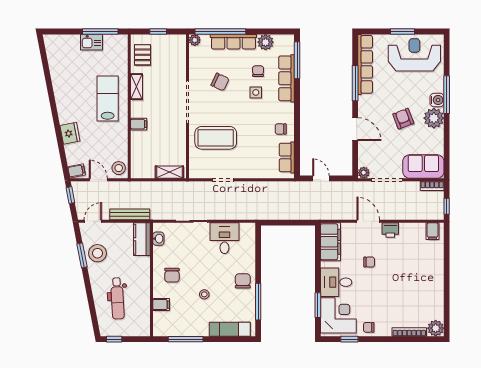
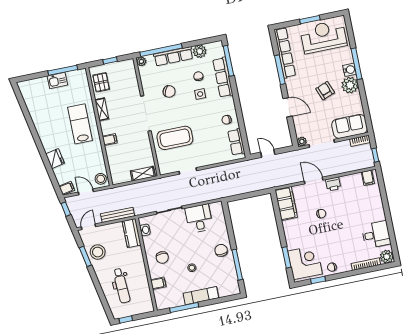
desk: (336, 282) -> (376, 235), moved, turned 180
exam couch: (230, 329) -> (201, 296), moved

